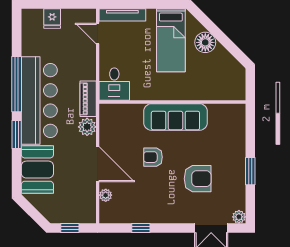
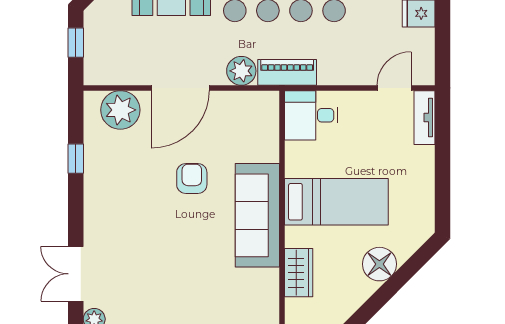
tv unit: (122, 15) -> (425, 118), width x0.71
bed: (171, 40) -> (336, 202), moved, turned 180
wardrobe: (210, 92) -> (299, 273), added
armchair: (198, 179) -> (157, 252), removed
plant: (106, 195) -> (120, 110), width x1.87, depth x1.87

